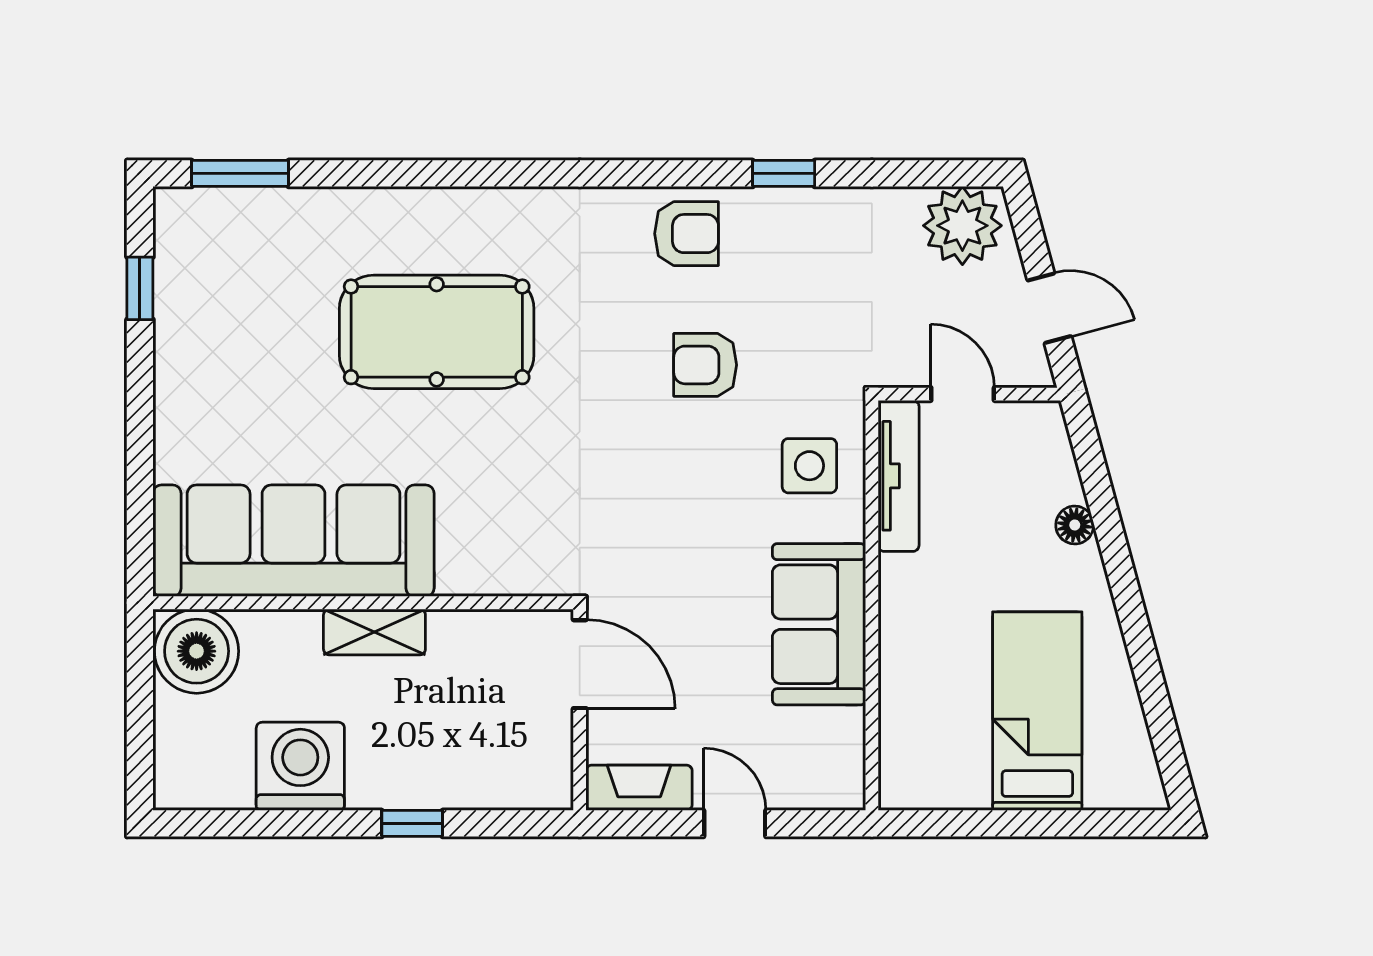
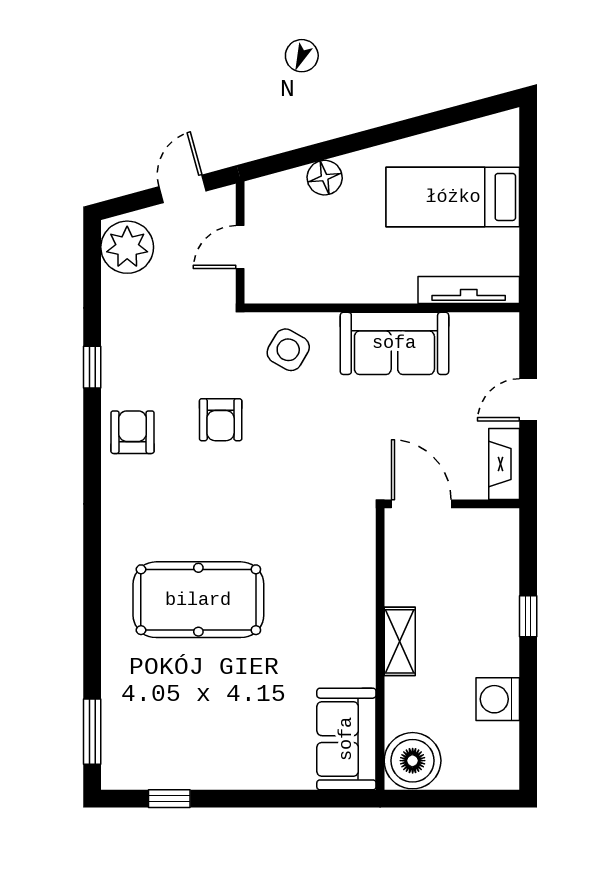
pool table: (437, 332) -> (198, 600), turned 90
side table: (809, 466) -> (288, 350), turned 30
tv unit: (899, 476) -> (469, 290), moved
floor lamp: (1075, 525) -> (325, 178), width x1.37, depth x1.37
sofa: (294, 541) -> (346, 739), width x0.54, depth x0.79
door: (580, 664) -> (421, 504), hinge flipped
washing machine: (300, 766) -> (498, 699), width x0.73, depth x0.73

